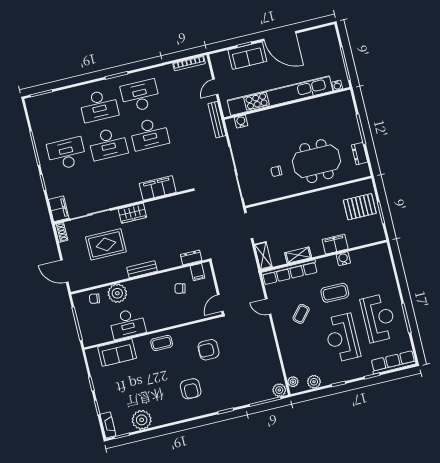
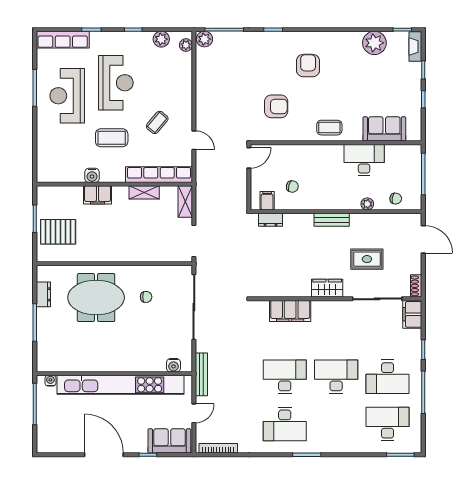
sofa: (247, 56) -> (169, 441), moved
desk: (99, 106) -> (388, 424), moved
rug: (106, 244) -> (367, 259), width x0.73, depth x0.70
plant: (117, 293) -> (367, 204), width x0.53, depth x0.53

